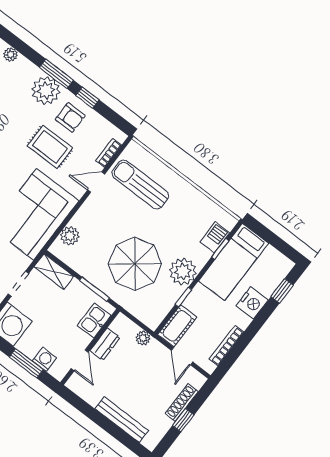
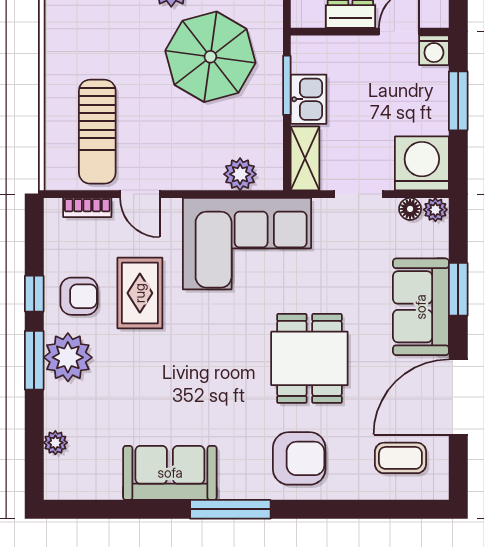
armchair: (70, 117) -> (79, 296), turned 90
kitchen sink: (94, 320) -> (308, 99), moved, turned -90
washing machine: (44, 359) -> (434, 50), moved, turned -90

